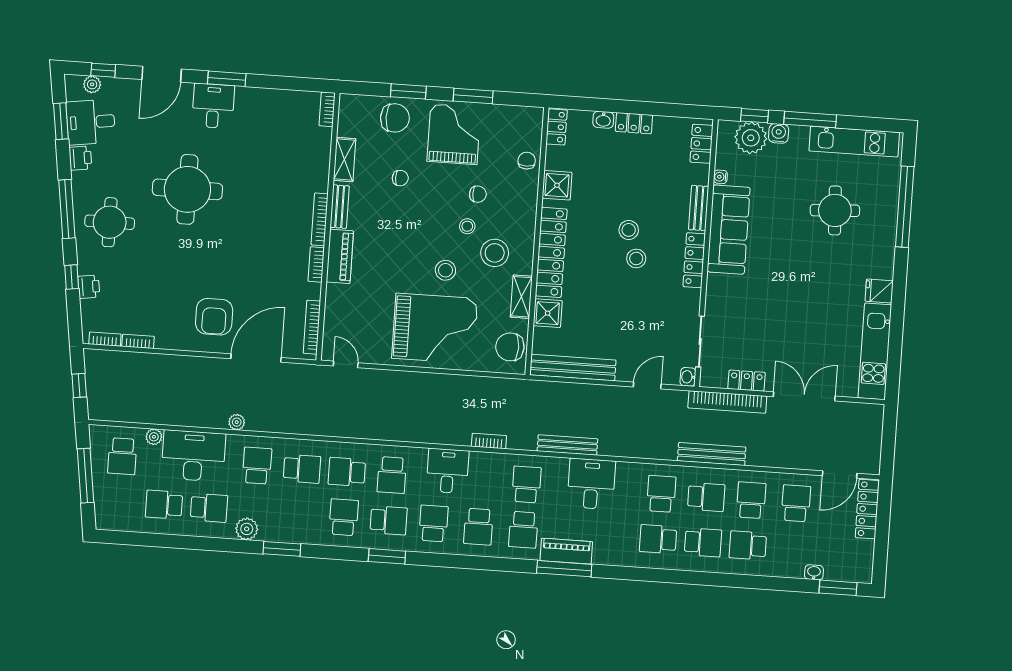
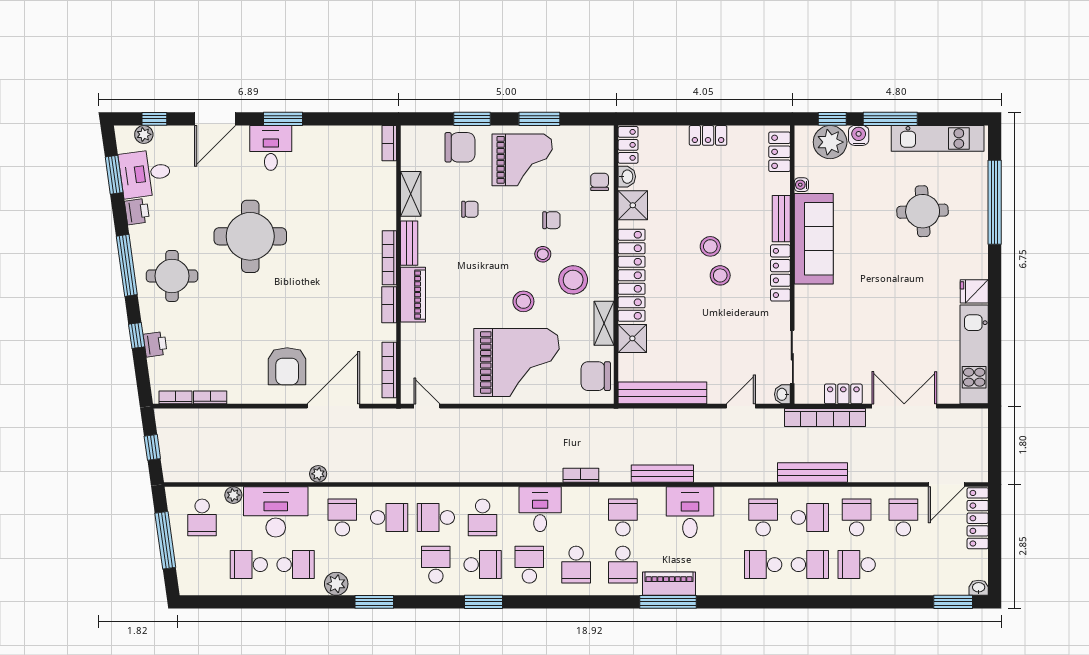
washbasin: (603, 120) -> (627, 177), moved, turned -90
grand piano: (454, 134) -> (522, 160), turned 90
washbasin: (814, 572) -> (979, 588), moved

